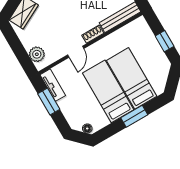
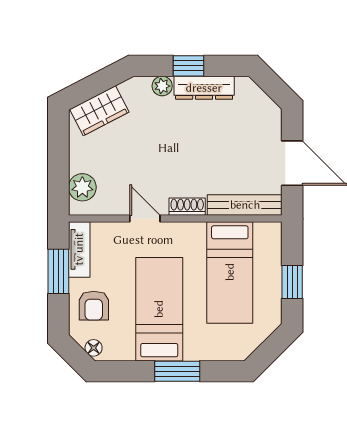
door: (76, 52) -> (145, 219), swing flipped
bed: (132, 78) -> (230, 272), moved, turned 180
armchair: (75, 108) -> (94, 306), added

